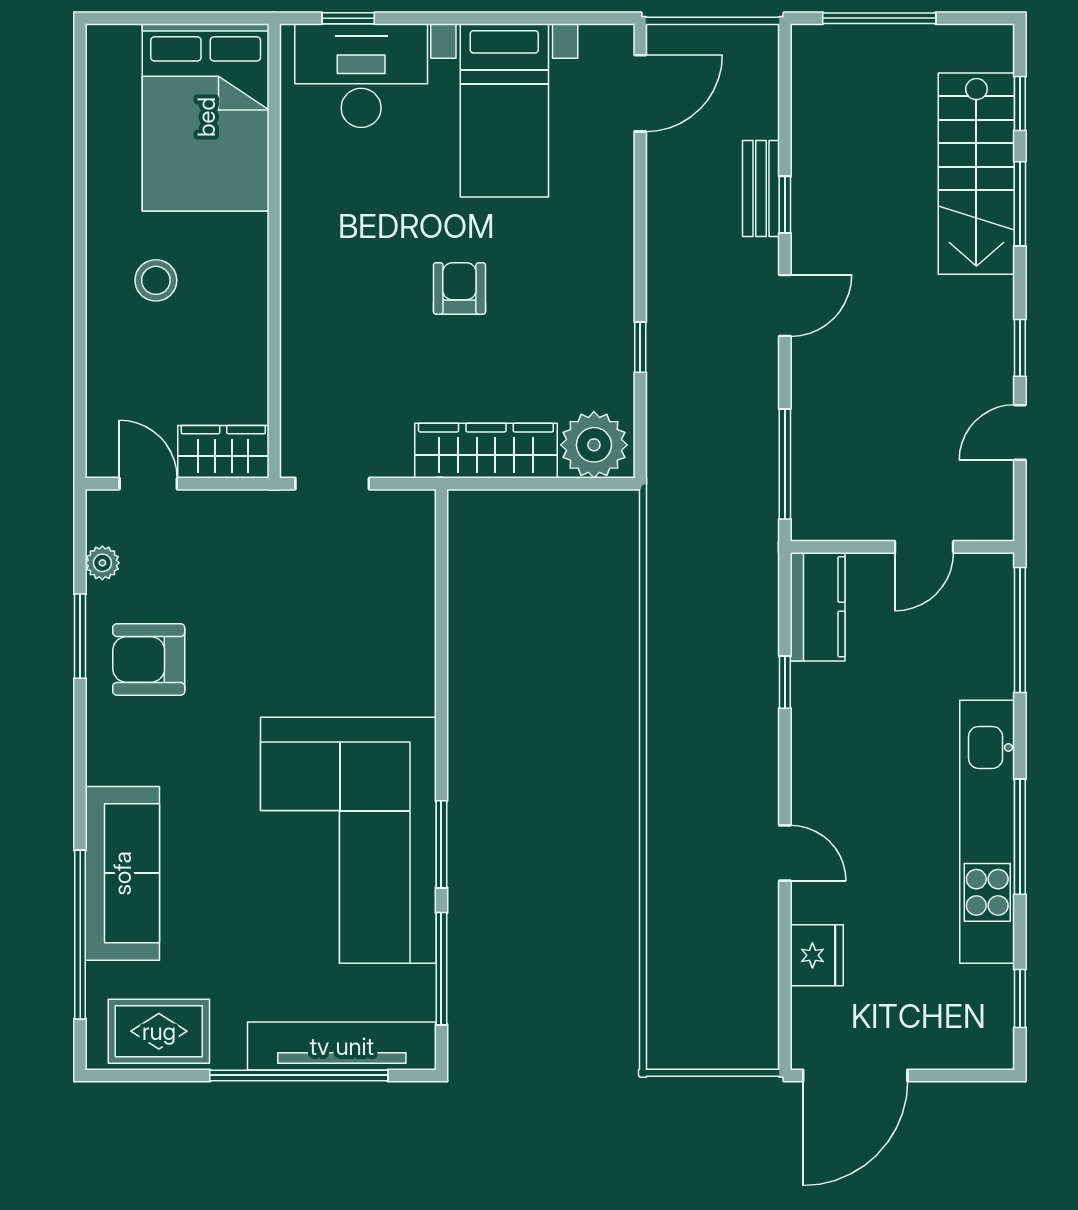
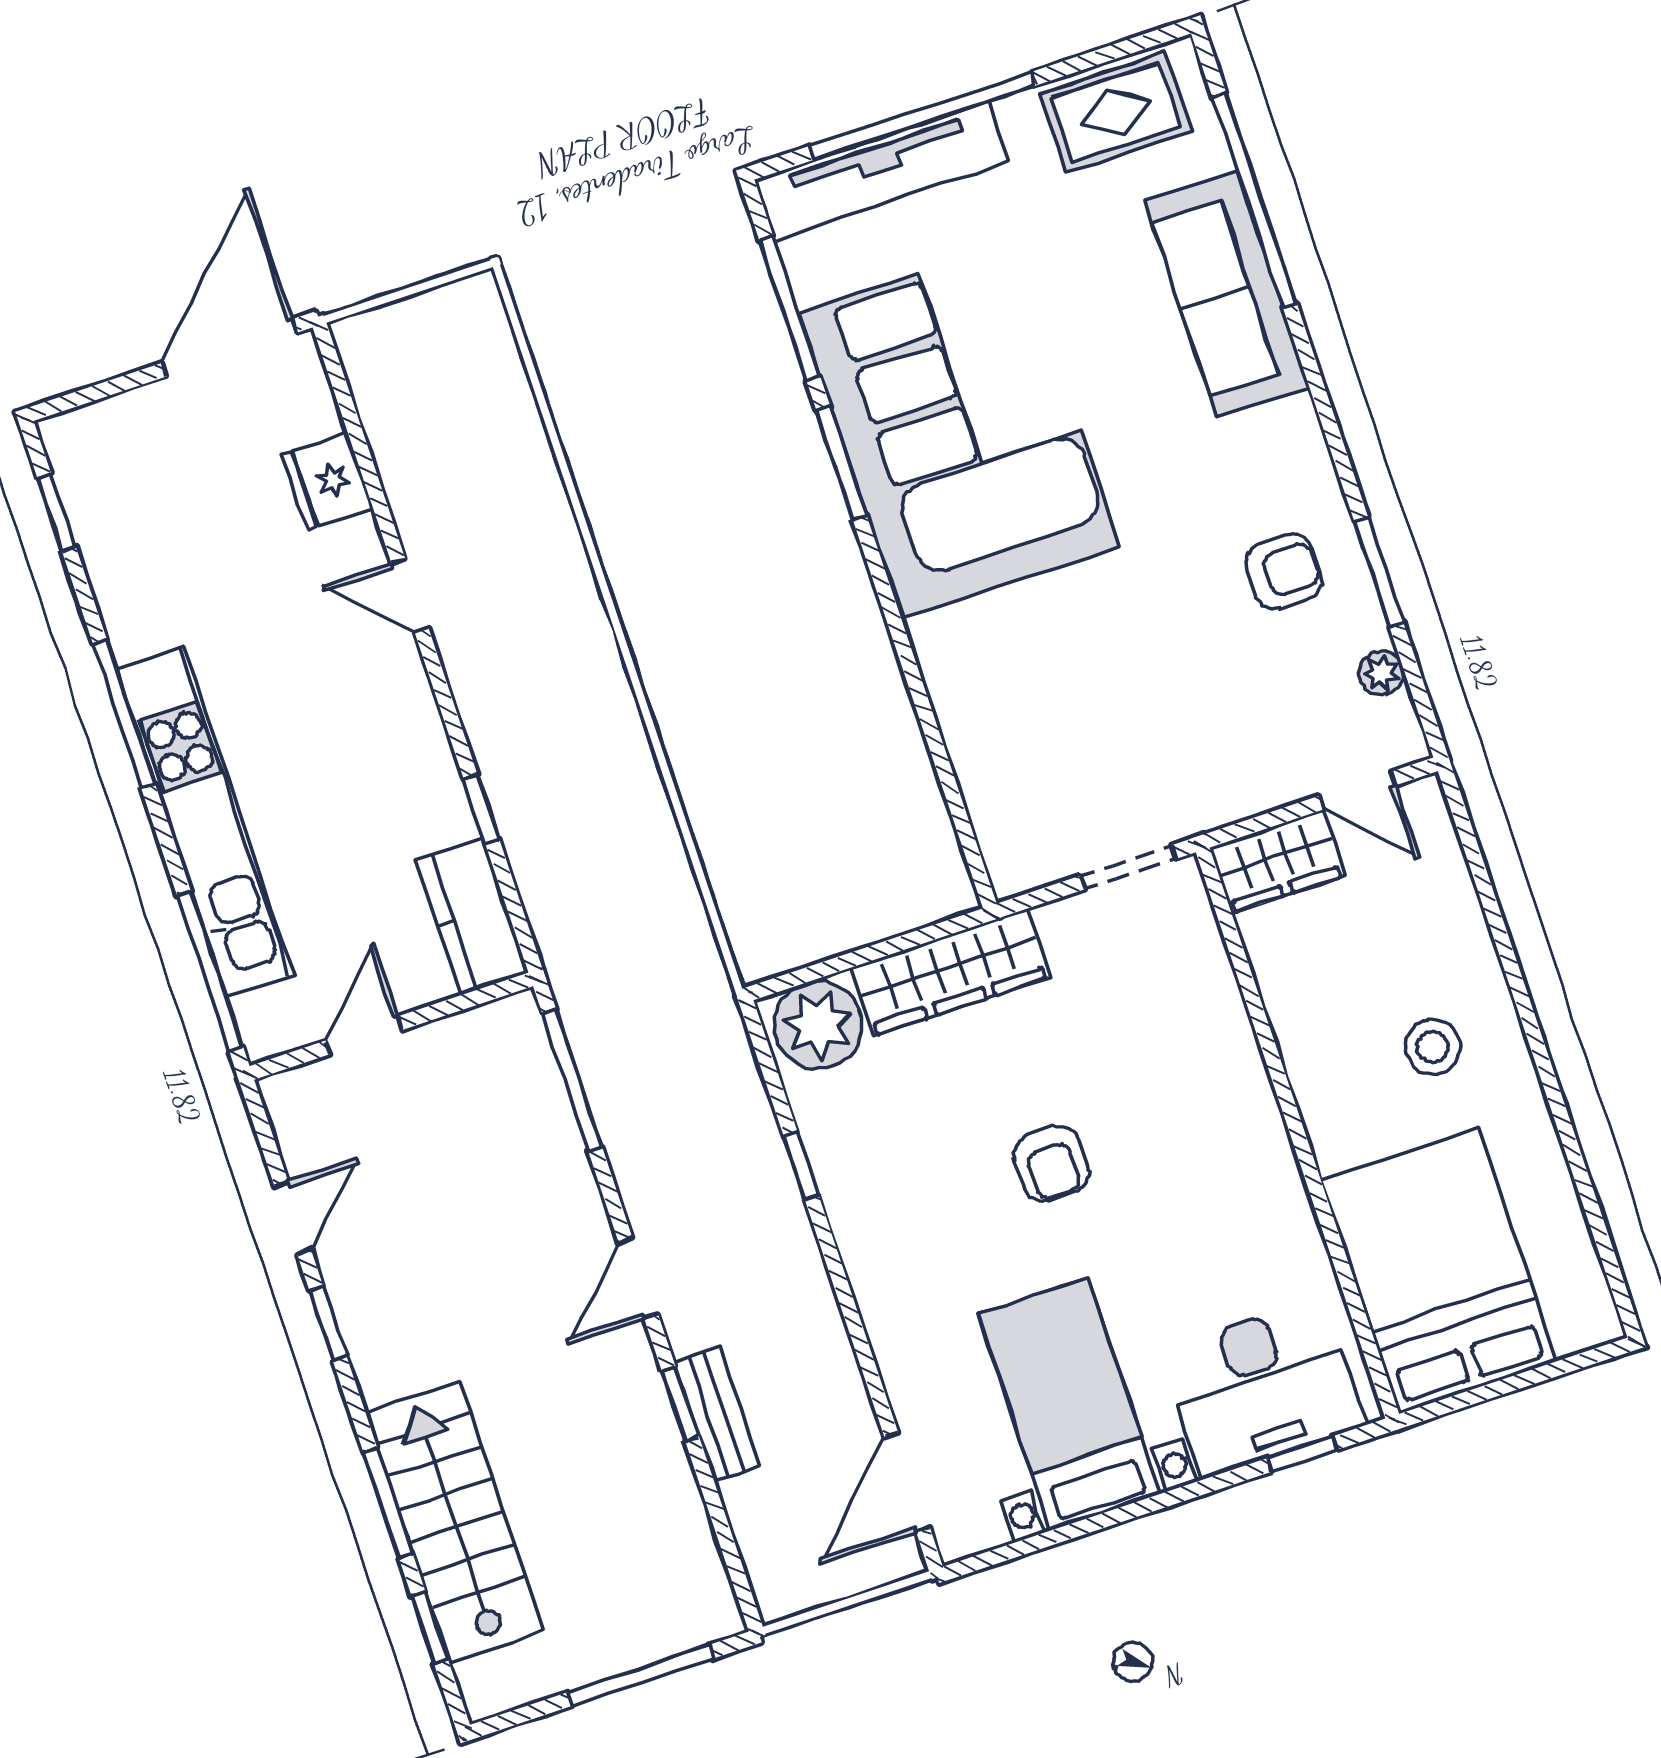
armchair: (149, 659) -> (1284, 572), width x0.72, depth x0.72
kitchen unit: (987, 832) -> (205, 822), moved

